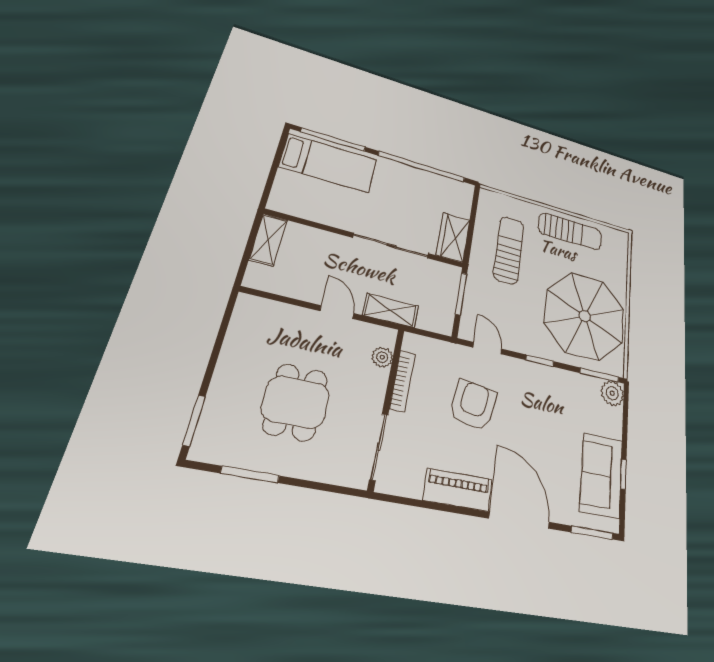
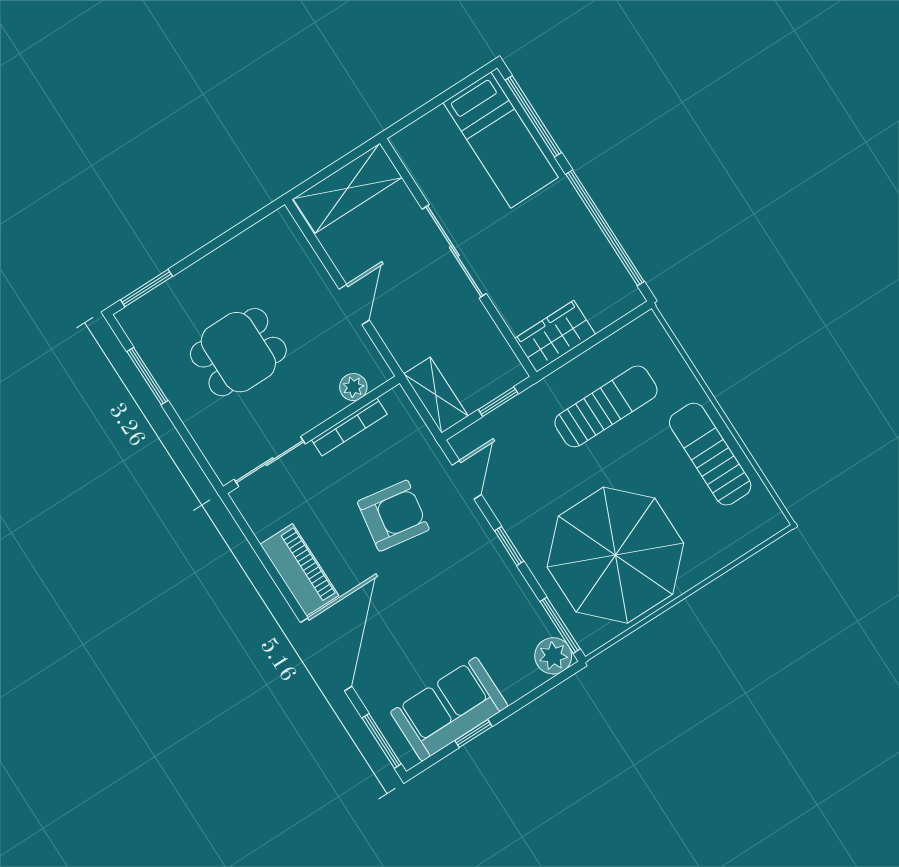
sun lounger: (570, 231) -> (710, 454), turned 180
shelving: (268, 240) -> (348, 188), width x1.50, depth x1.33
sliding door: (391, 246) -> (454, 251), moved
window: (461, 294) -> (498, 402), width x0.67
shelving: (391, 310) -> (436, 395), moved

